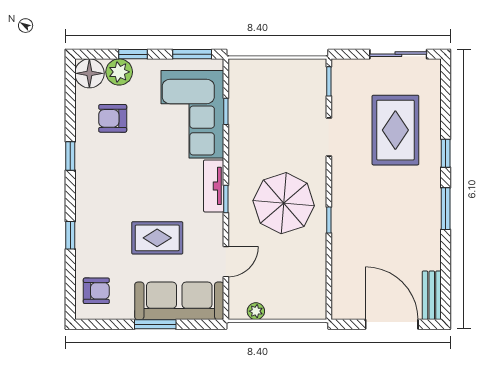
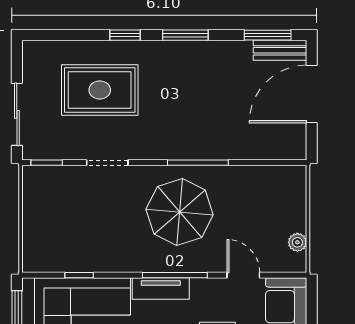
sliding door: (398, 54) -> (17, 114), moved
window: (226, 199) -> (175, 275), width x2.17
window: (329, 220) -> (198, 163), width x2.17
window: (446, 284) -> (268, 35), added

